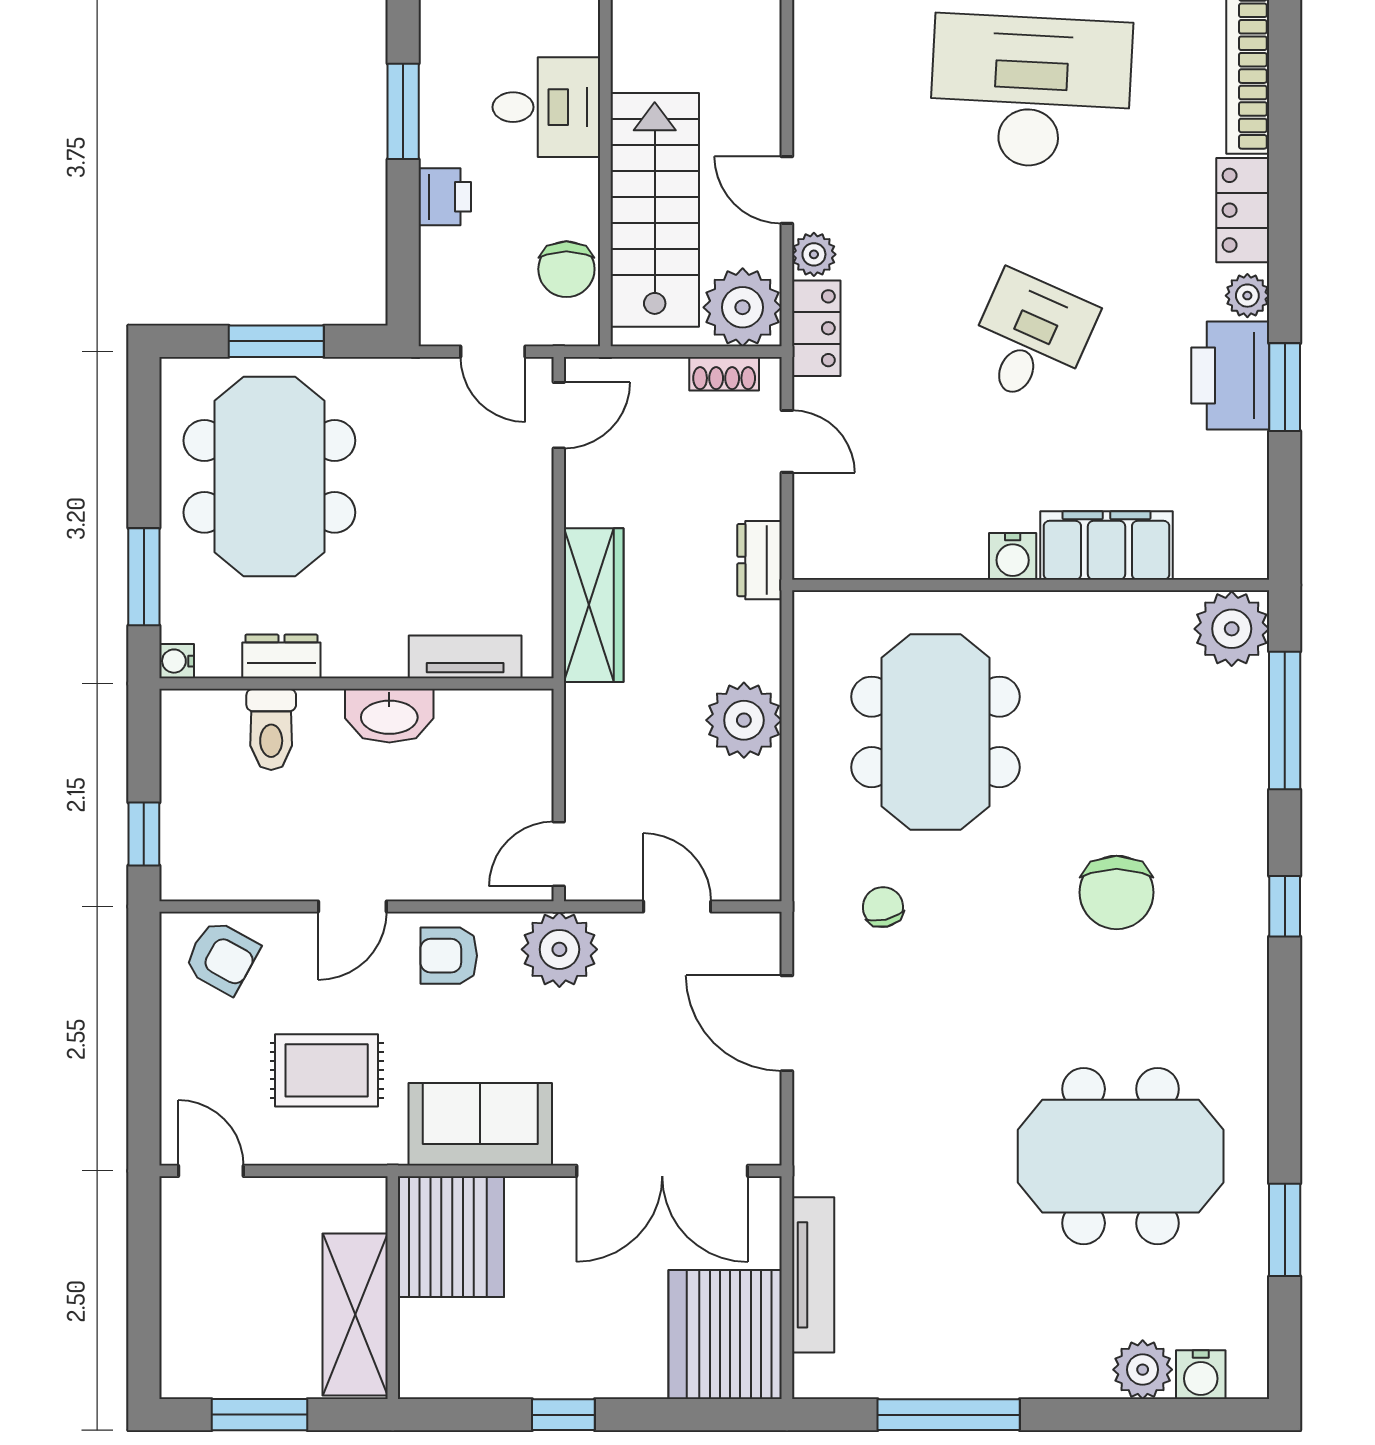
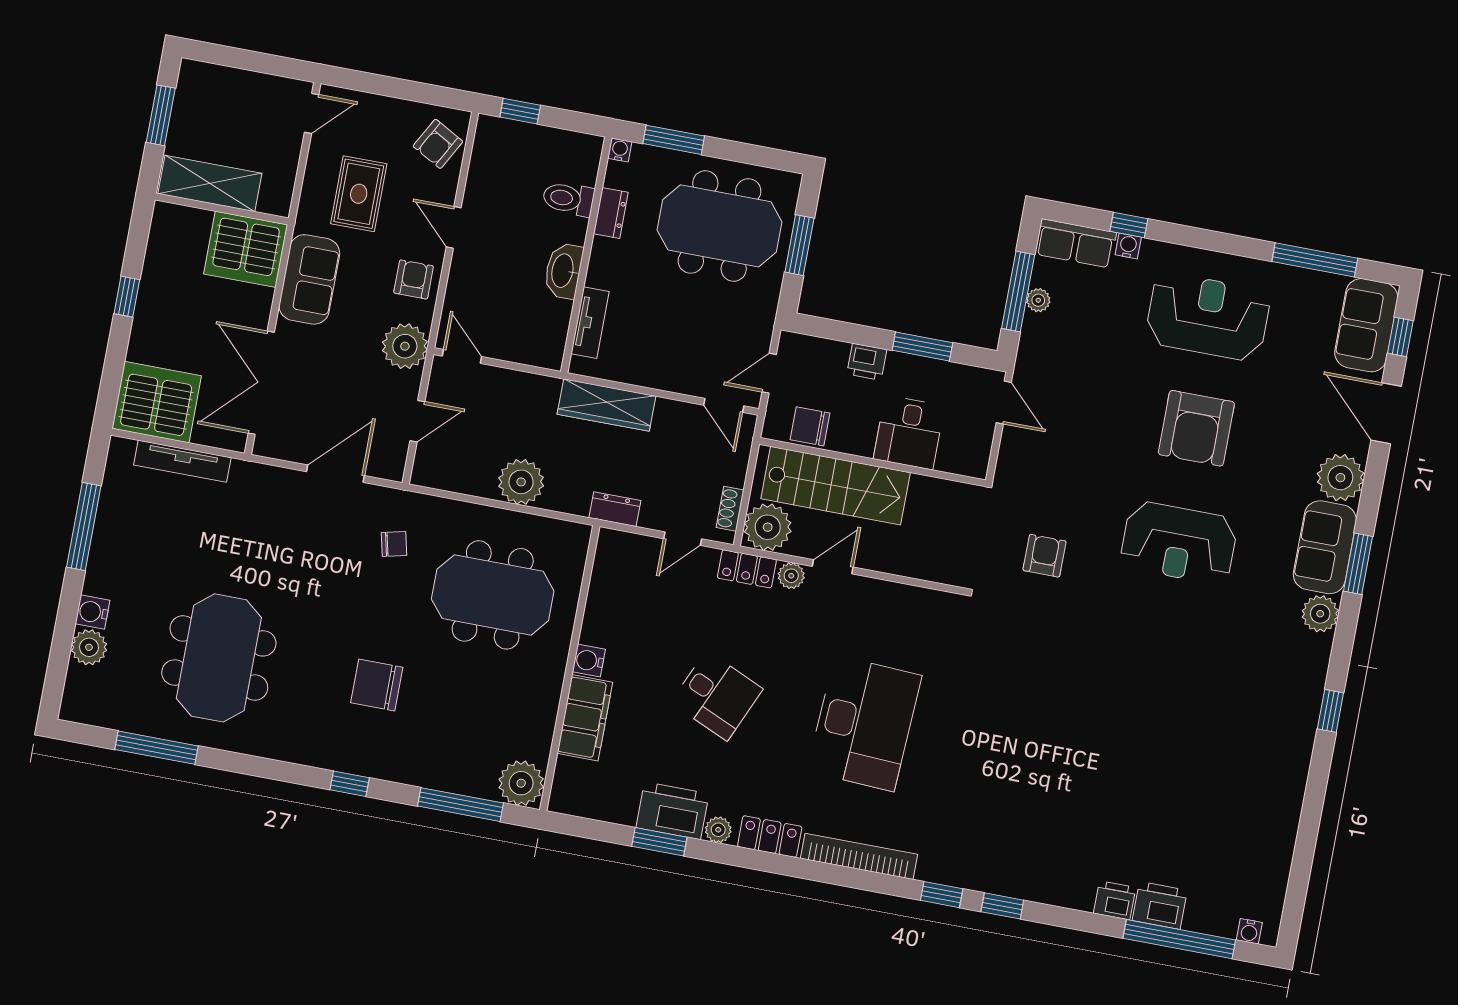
window: (1285, 1230) -> (157, 748), width x1.44
water cooler: (1201, 1375) -> (93, 612), moved

